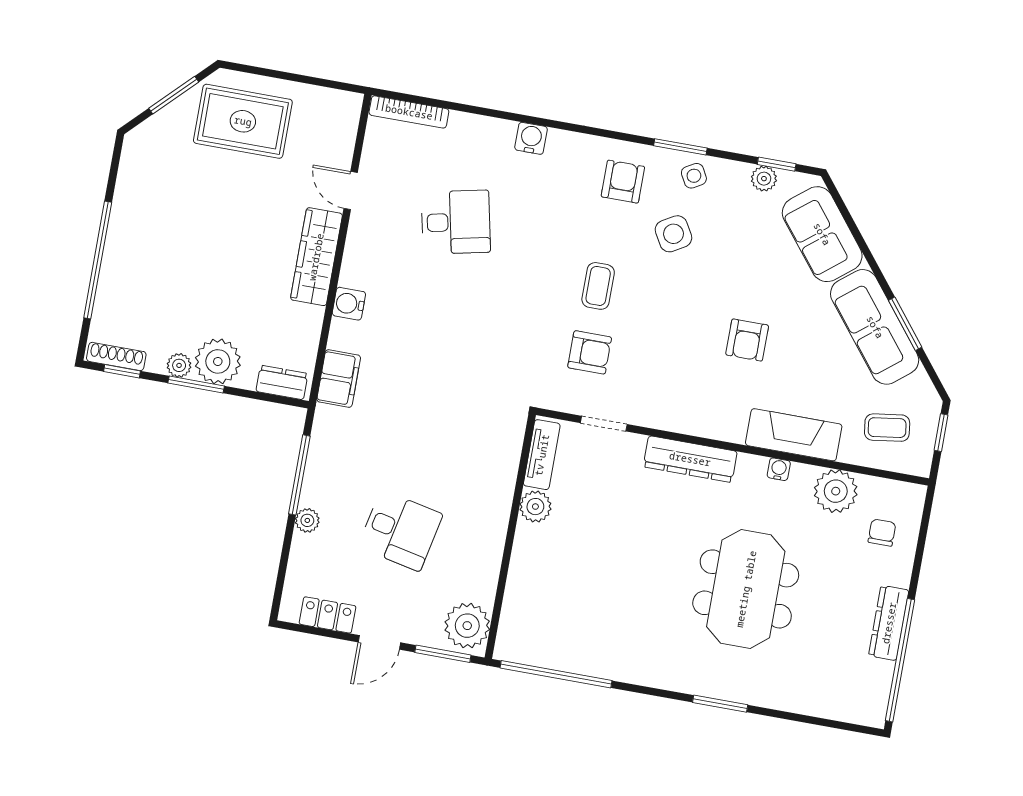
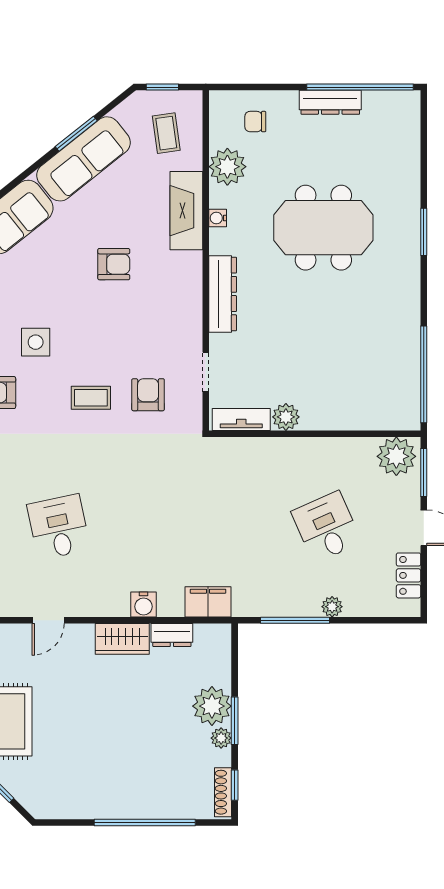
side table: (673, 234) -> (36, 342), turned 30
wardrobe: (316, 257) -> (122, 639), width x0.67
dresser: (282, 382) -> (172, 635), moved, turned -90
desk: (400, 531) -> (327, 527), turned -36

